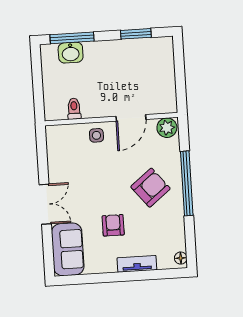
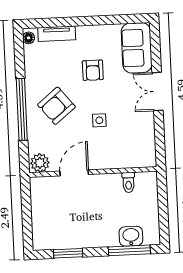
side table: (96, 135) -> (99, 120), moved
tv unit: (137, 264) -> (57, 34), moved

